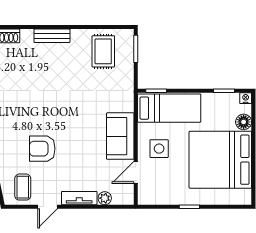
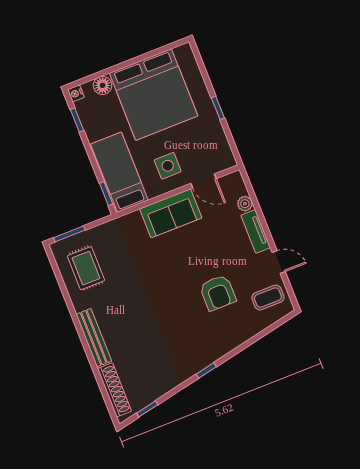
bench: (52, 36) -> (94, 338), width x1.36
rug: (103, 51) -> (86, 268), turned 90

